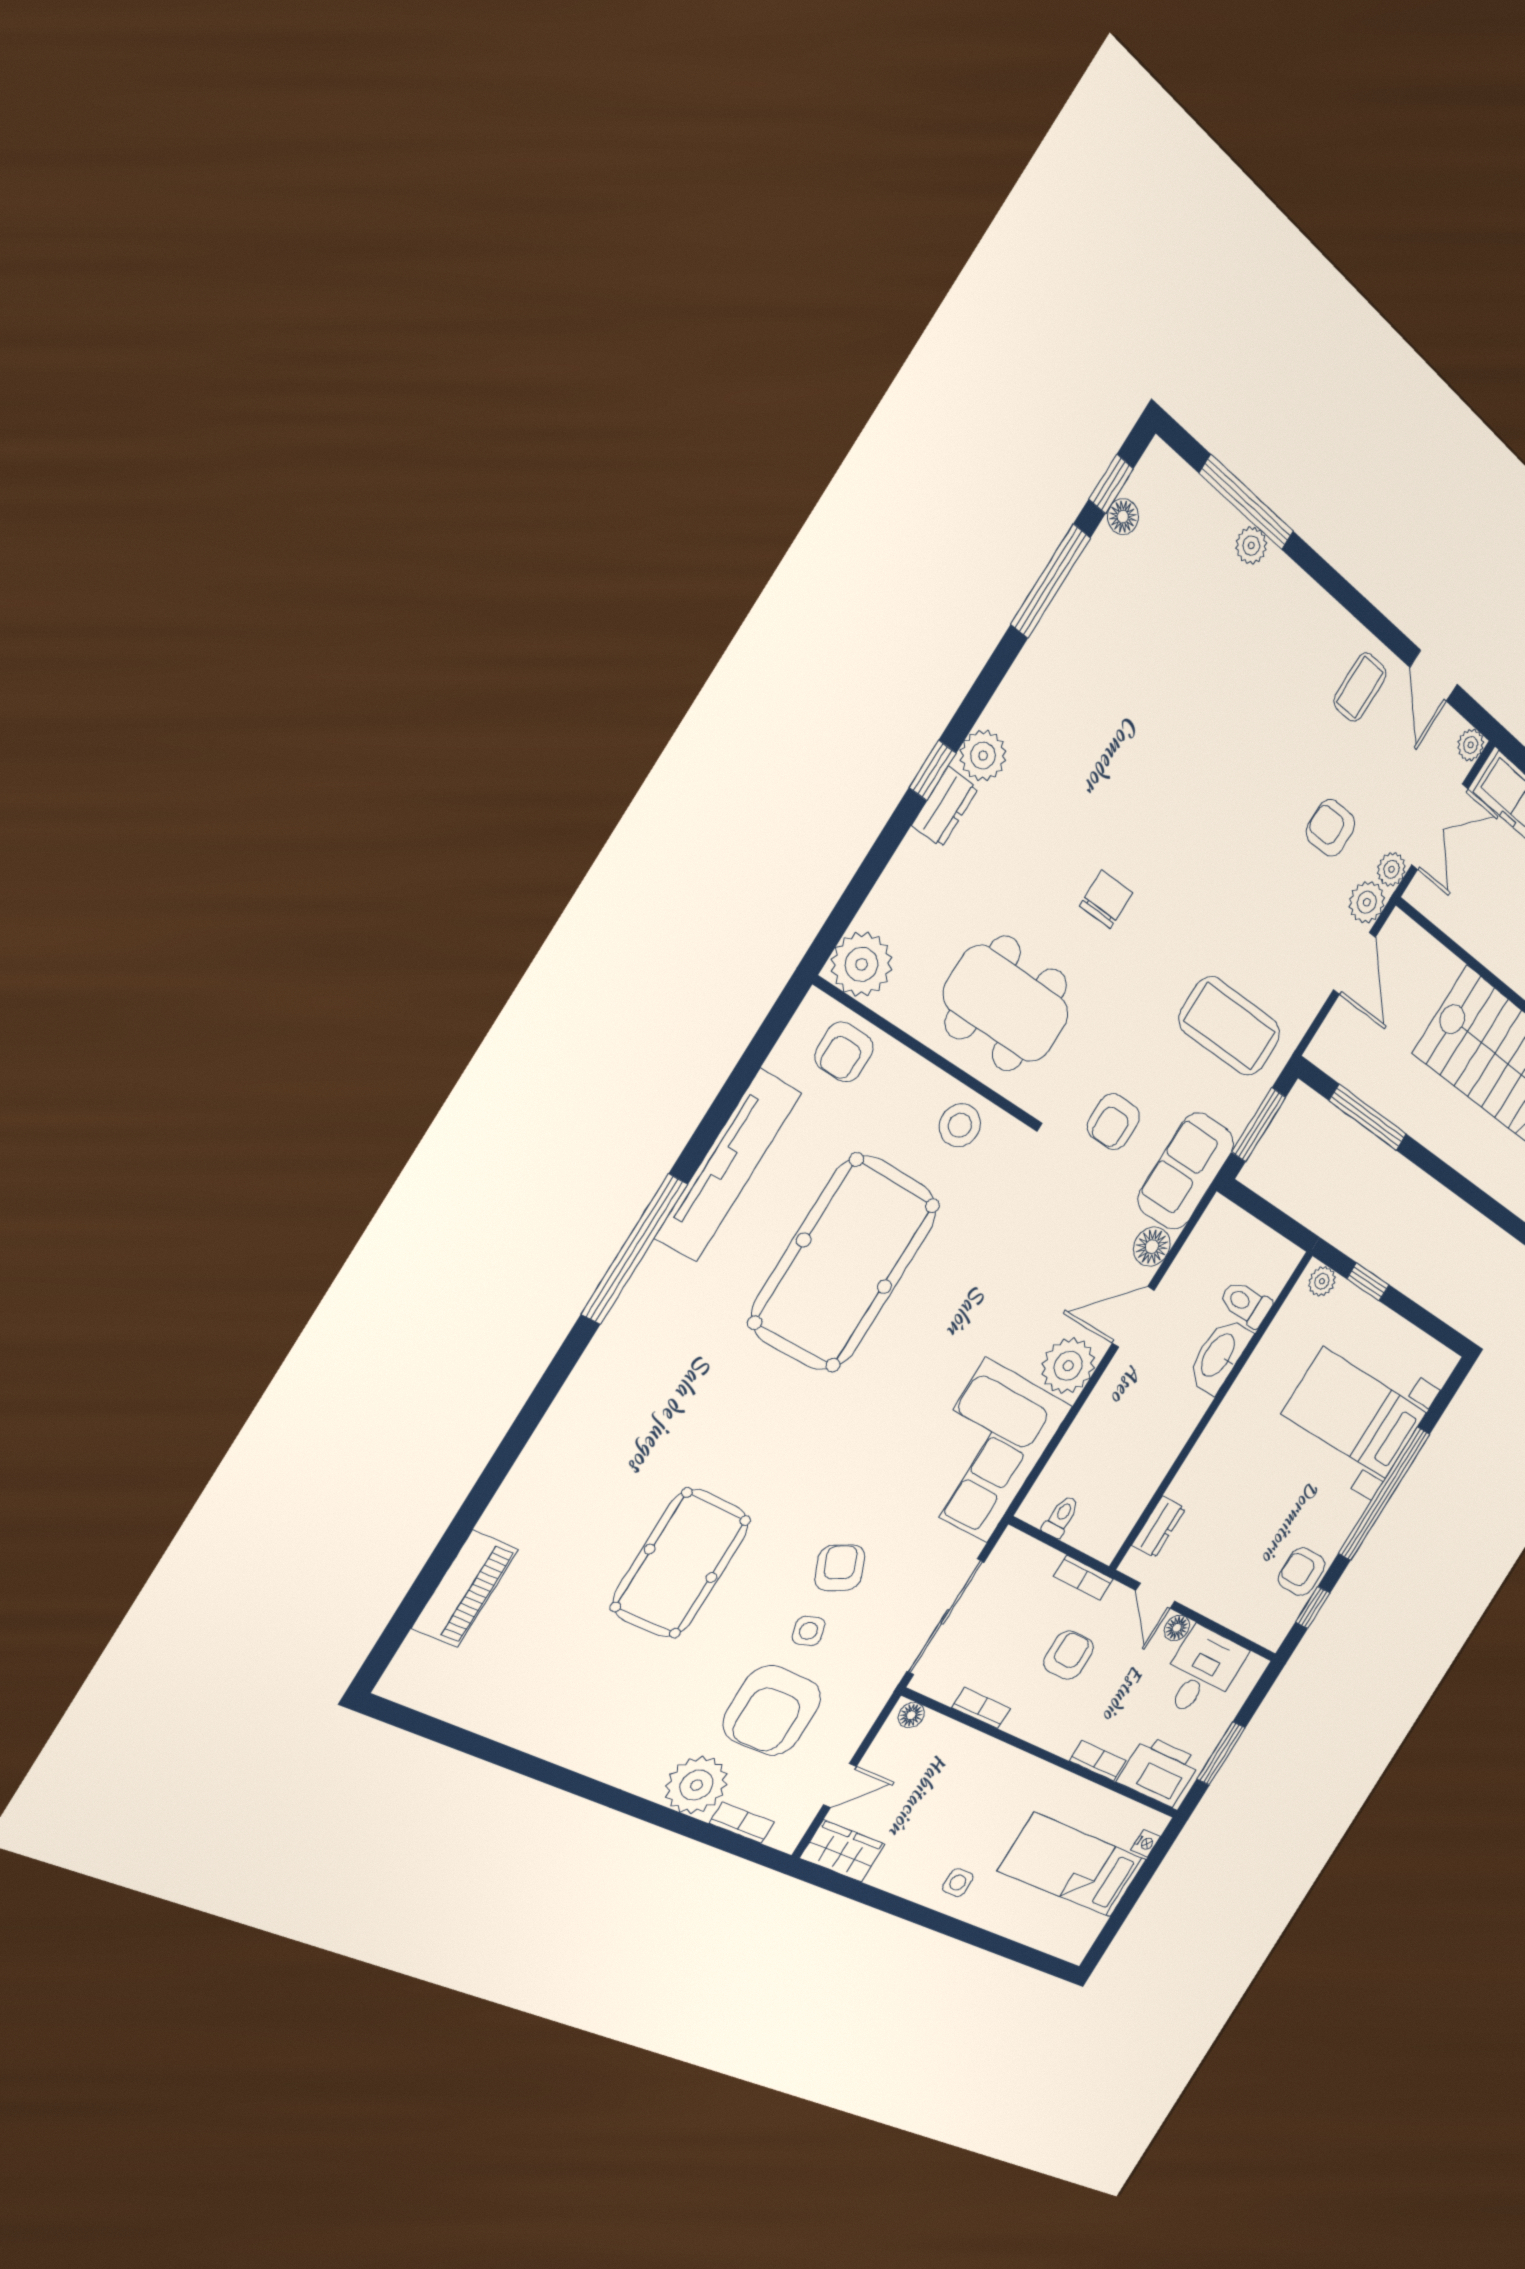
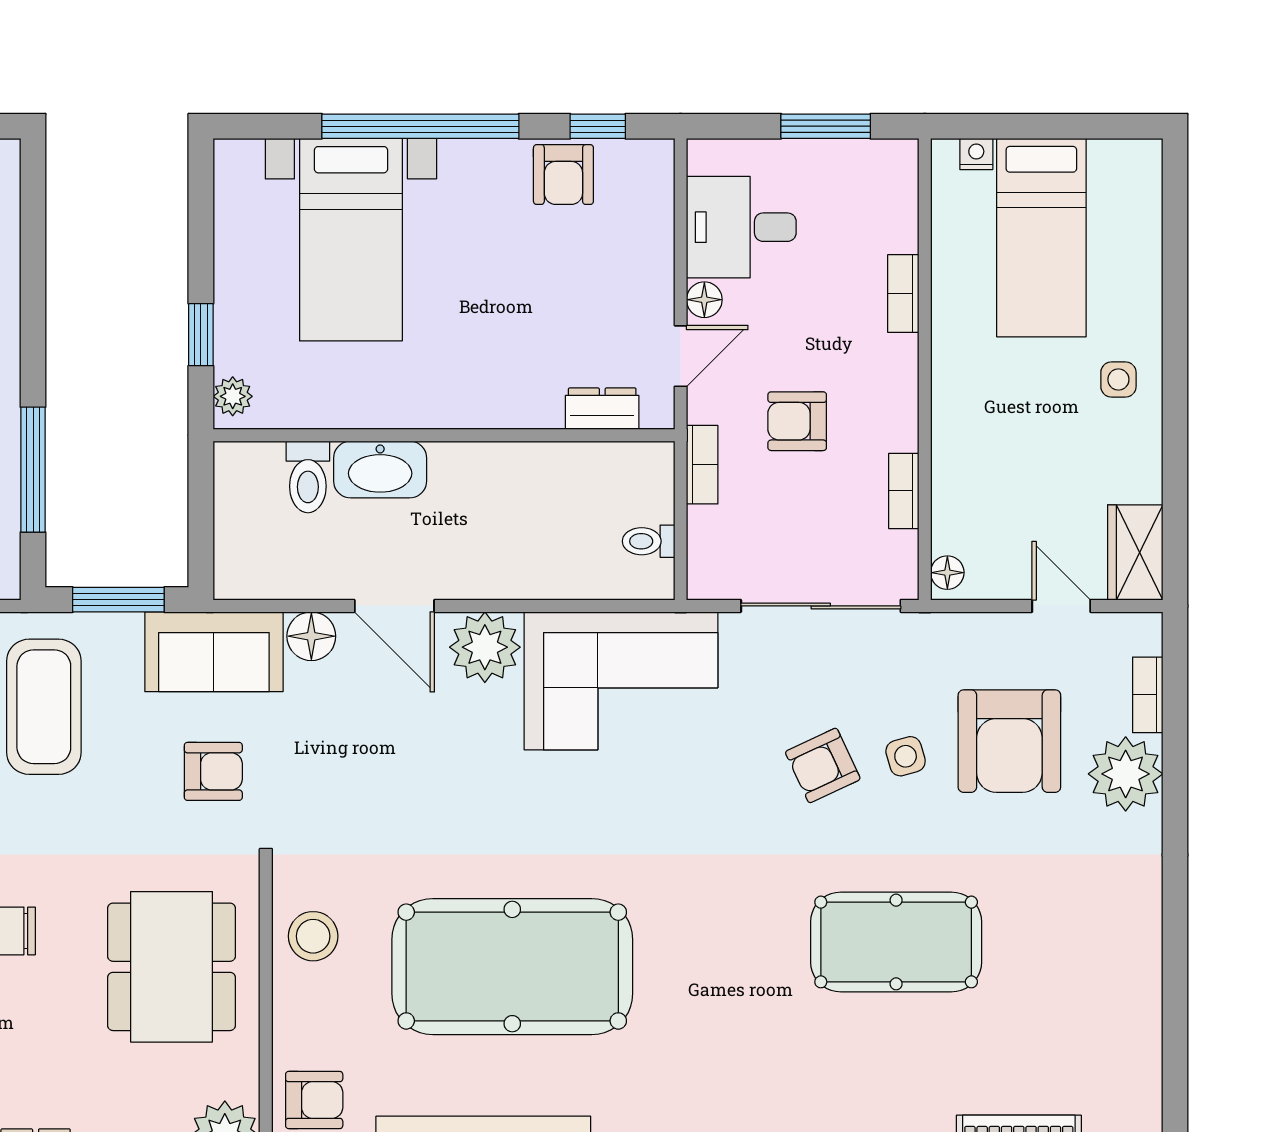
armchair: (772, 1711) -> (1009, 741), turned 90
printer: (1159, 1771) -> (882, 199), removed

